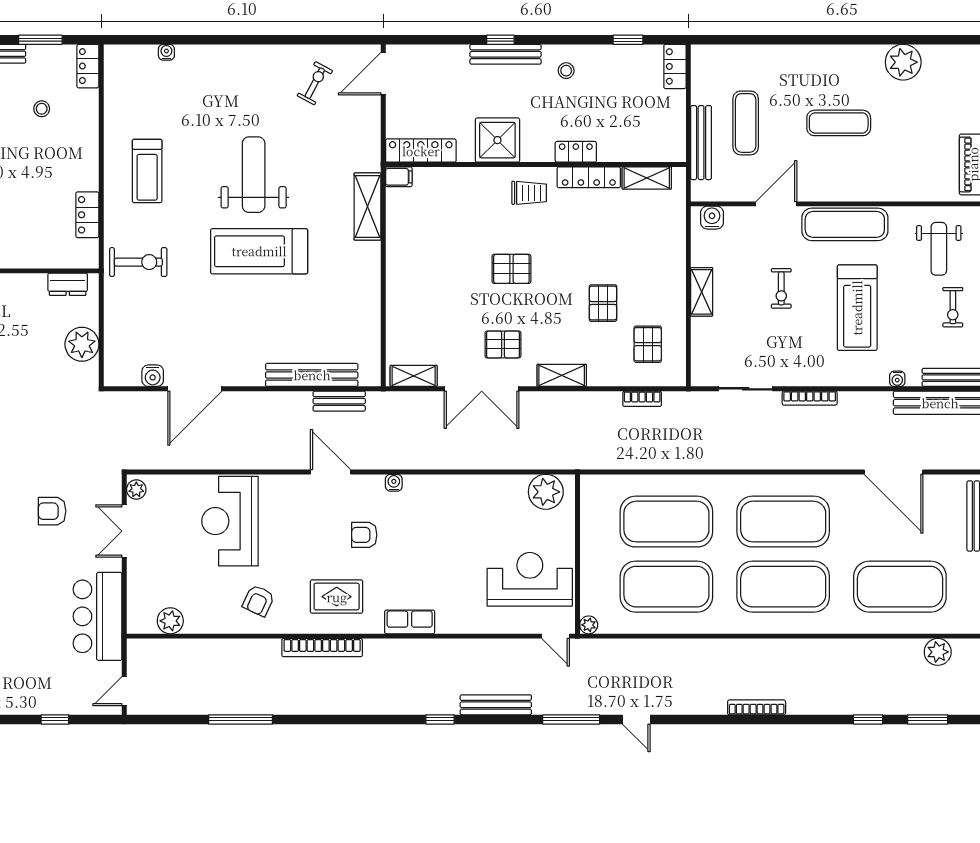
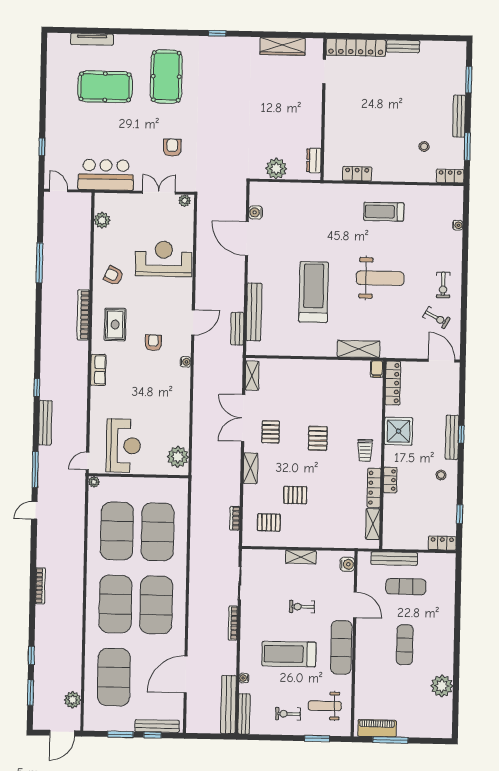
treadmill: (259, 251) -> (314, 292), moved
exercise bike: (138, 262) -> (443, 285), moved, width x0.73, depth x0.72

